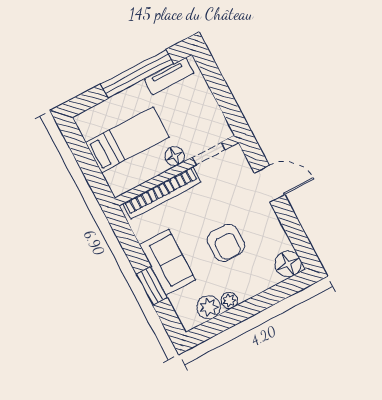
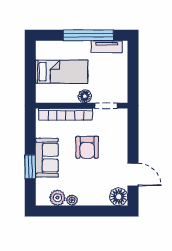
door: (270, 184) -> (133, 175), moved
armchair: (226, 243) -> (87, 147), moved

